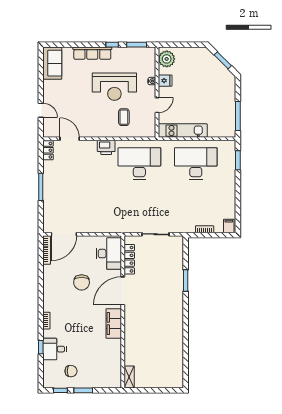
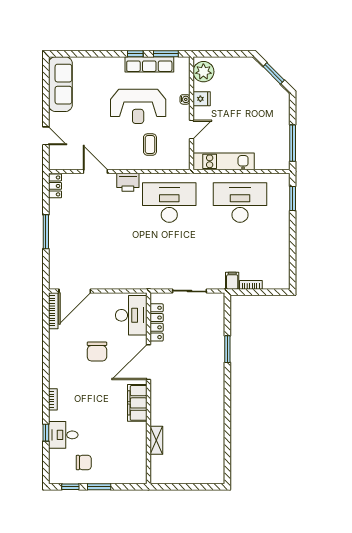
row of seats: (92, 53) -> (149, 64), moved
sofa: (52, 63) -> (60, 84), width x1.36
door: (70, 139) -> (95, 172), moved
filing cabinet: (229, 226) -> (232, 281), moved
shelving: (129, 377) -> (156, 440), moved

